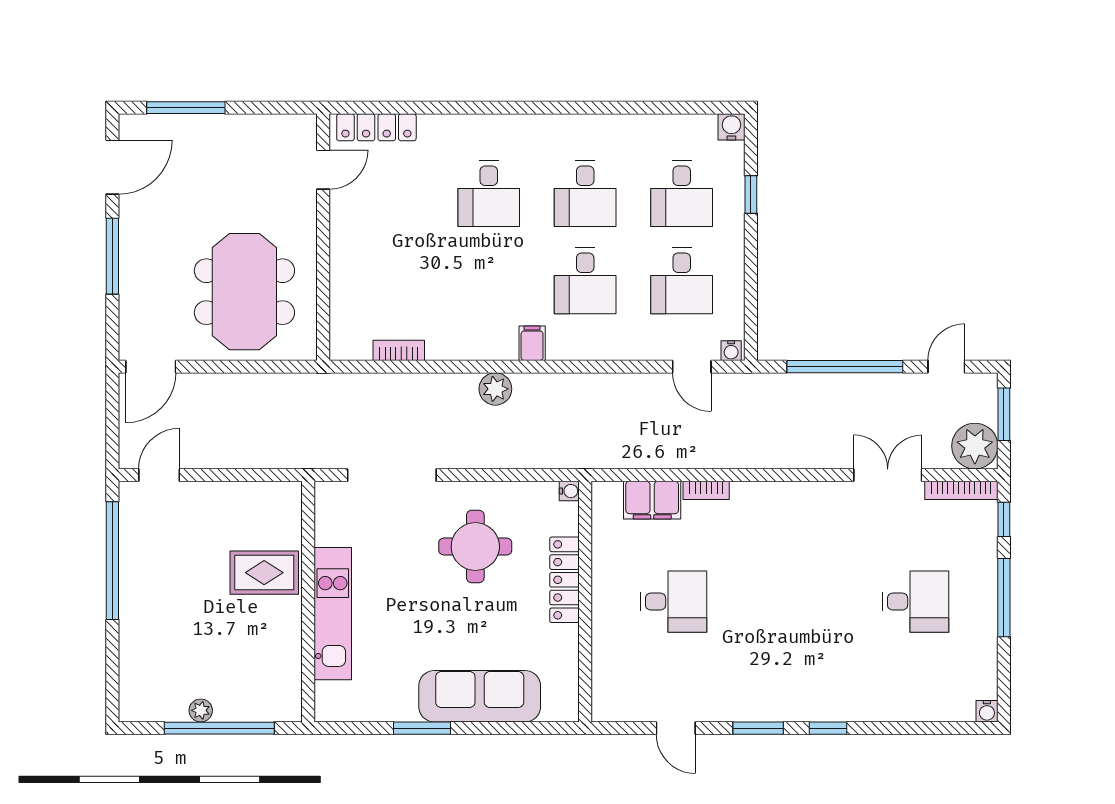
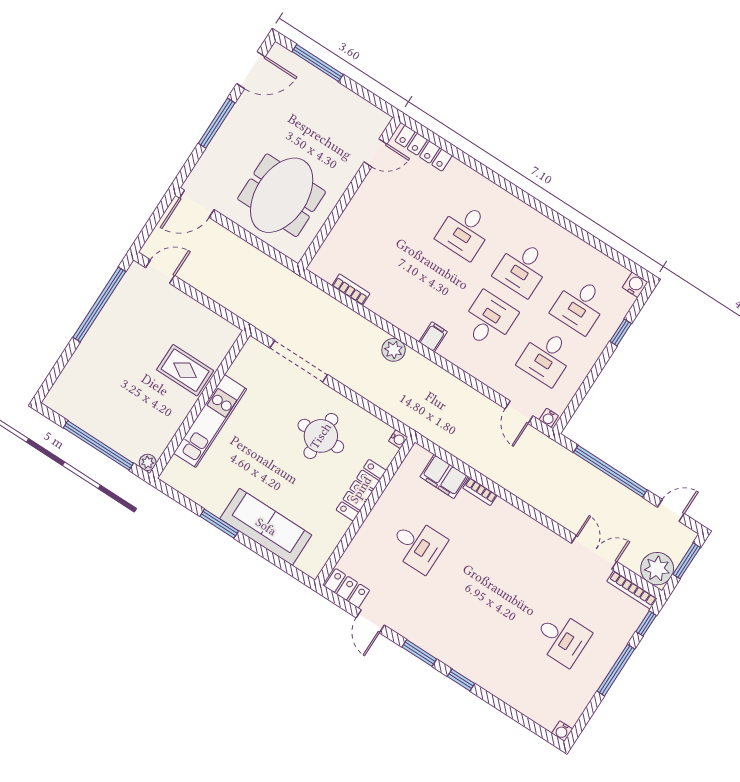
desk: (585, 281) -> (489, 320), turned 180
locker: (623, 707) -> (347, 588), added
plant: (201, 710) -> (148, 462), moved

